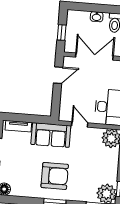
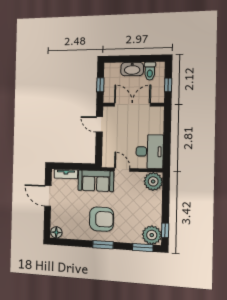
washbasin: (97, 17) -> (132, 69), width x1.91, depth x1.45
door: (58, 75) -> (99, 124), swing flipped

